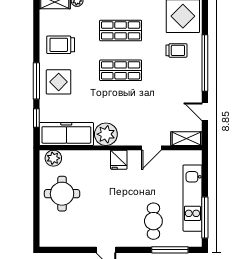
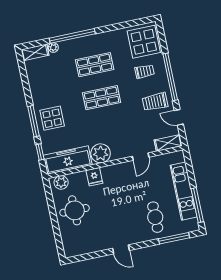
trolley: (61, 45) -> (155, 102), moved
fridge: (119, 160) -> (94, 177), moved

